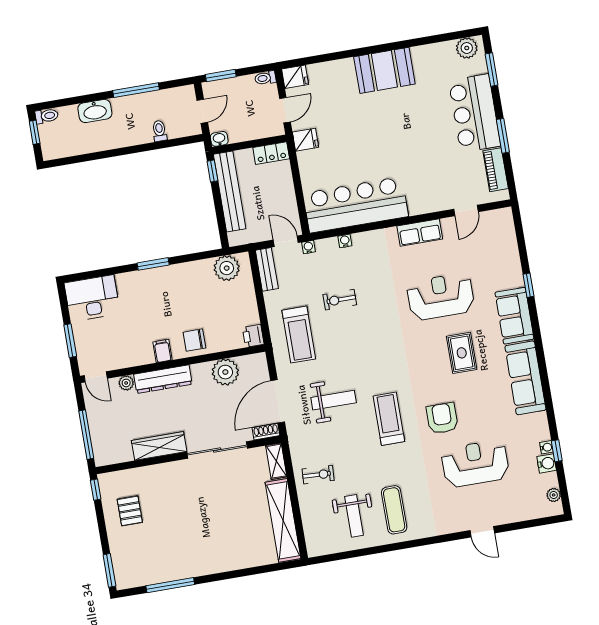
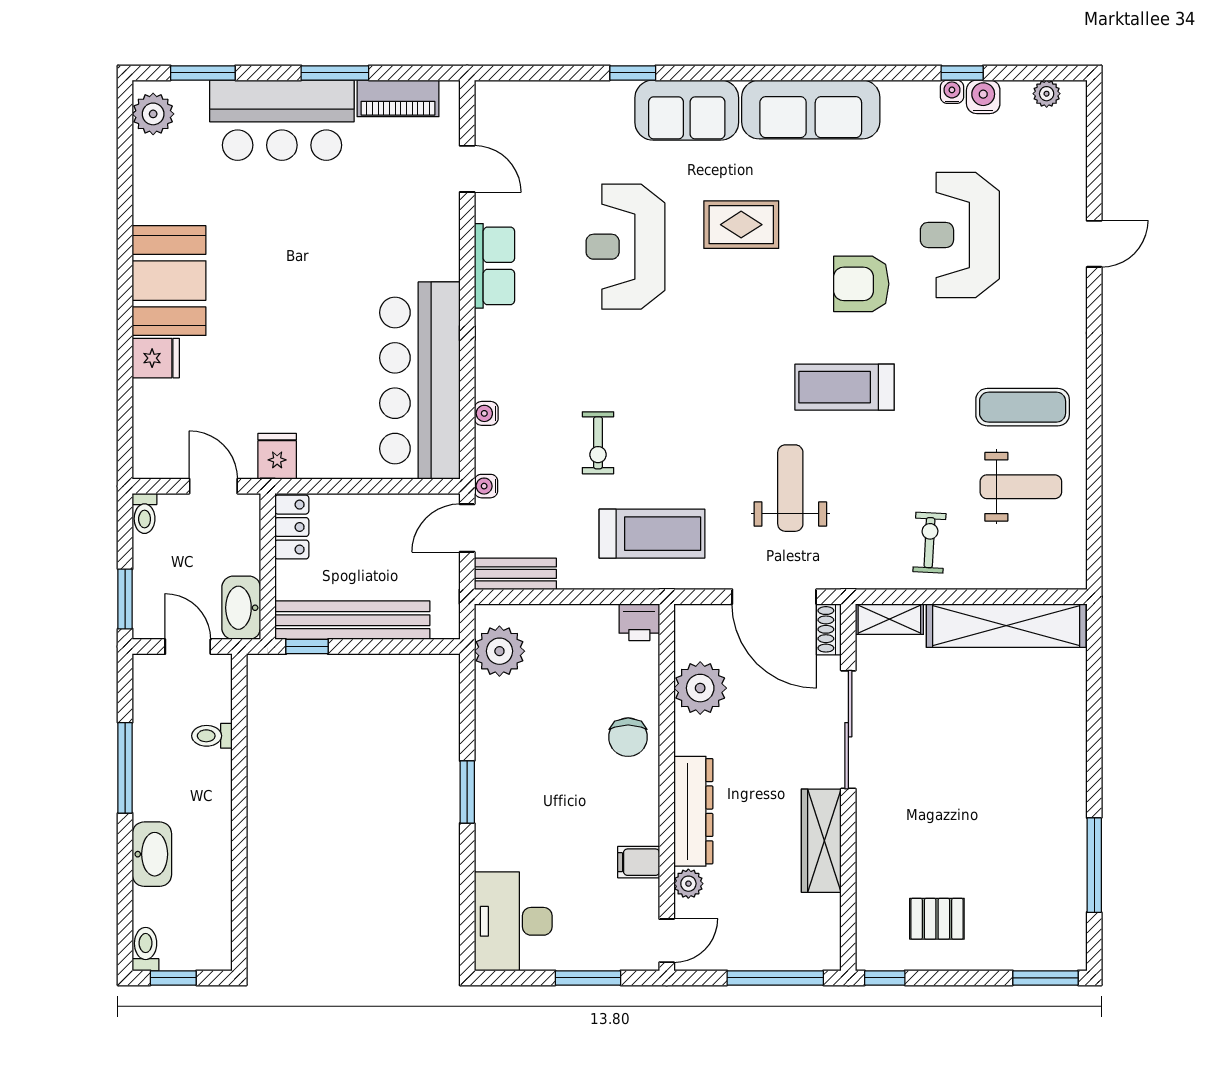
fridge: (295, 77) -> (156, 358), moved, turned 90
washbasin: (219, 139) -> (241, 608), width x1.91, depth x1.45
filing cabinet: (163, 351) -> (639, 862), moved

